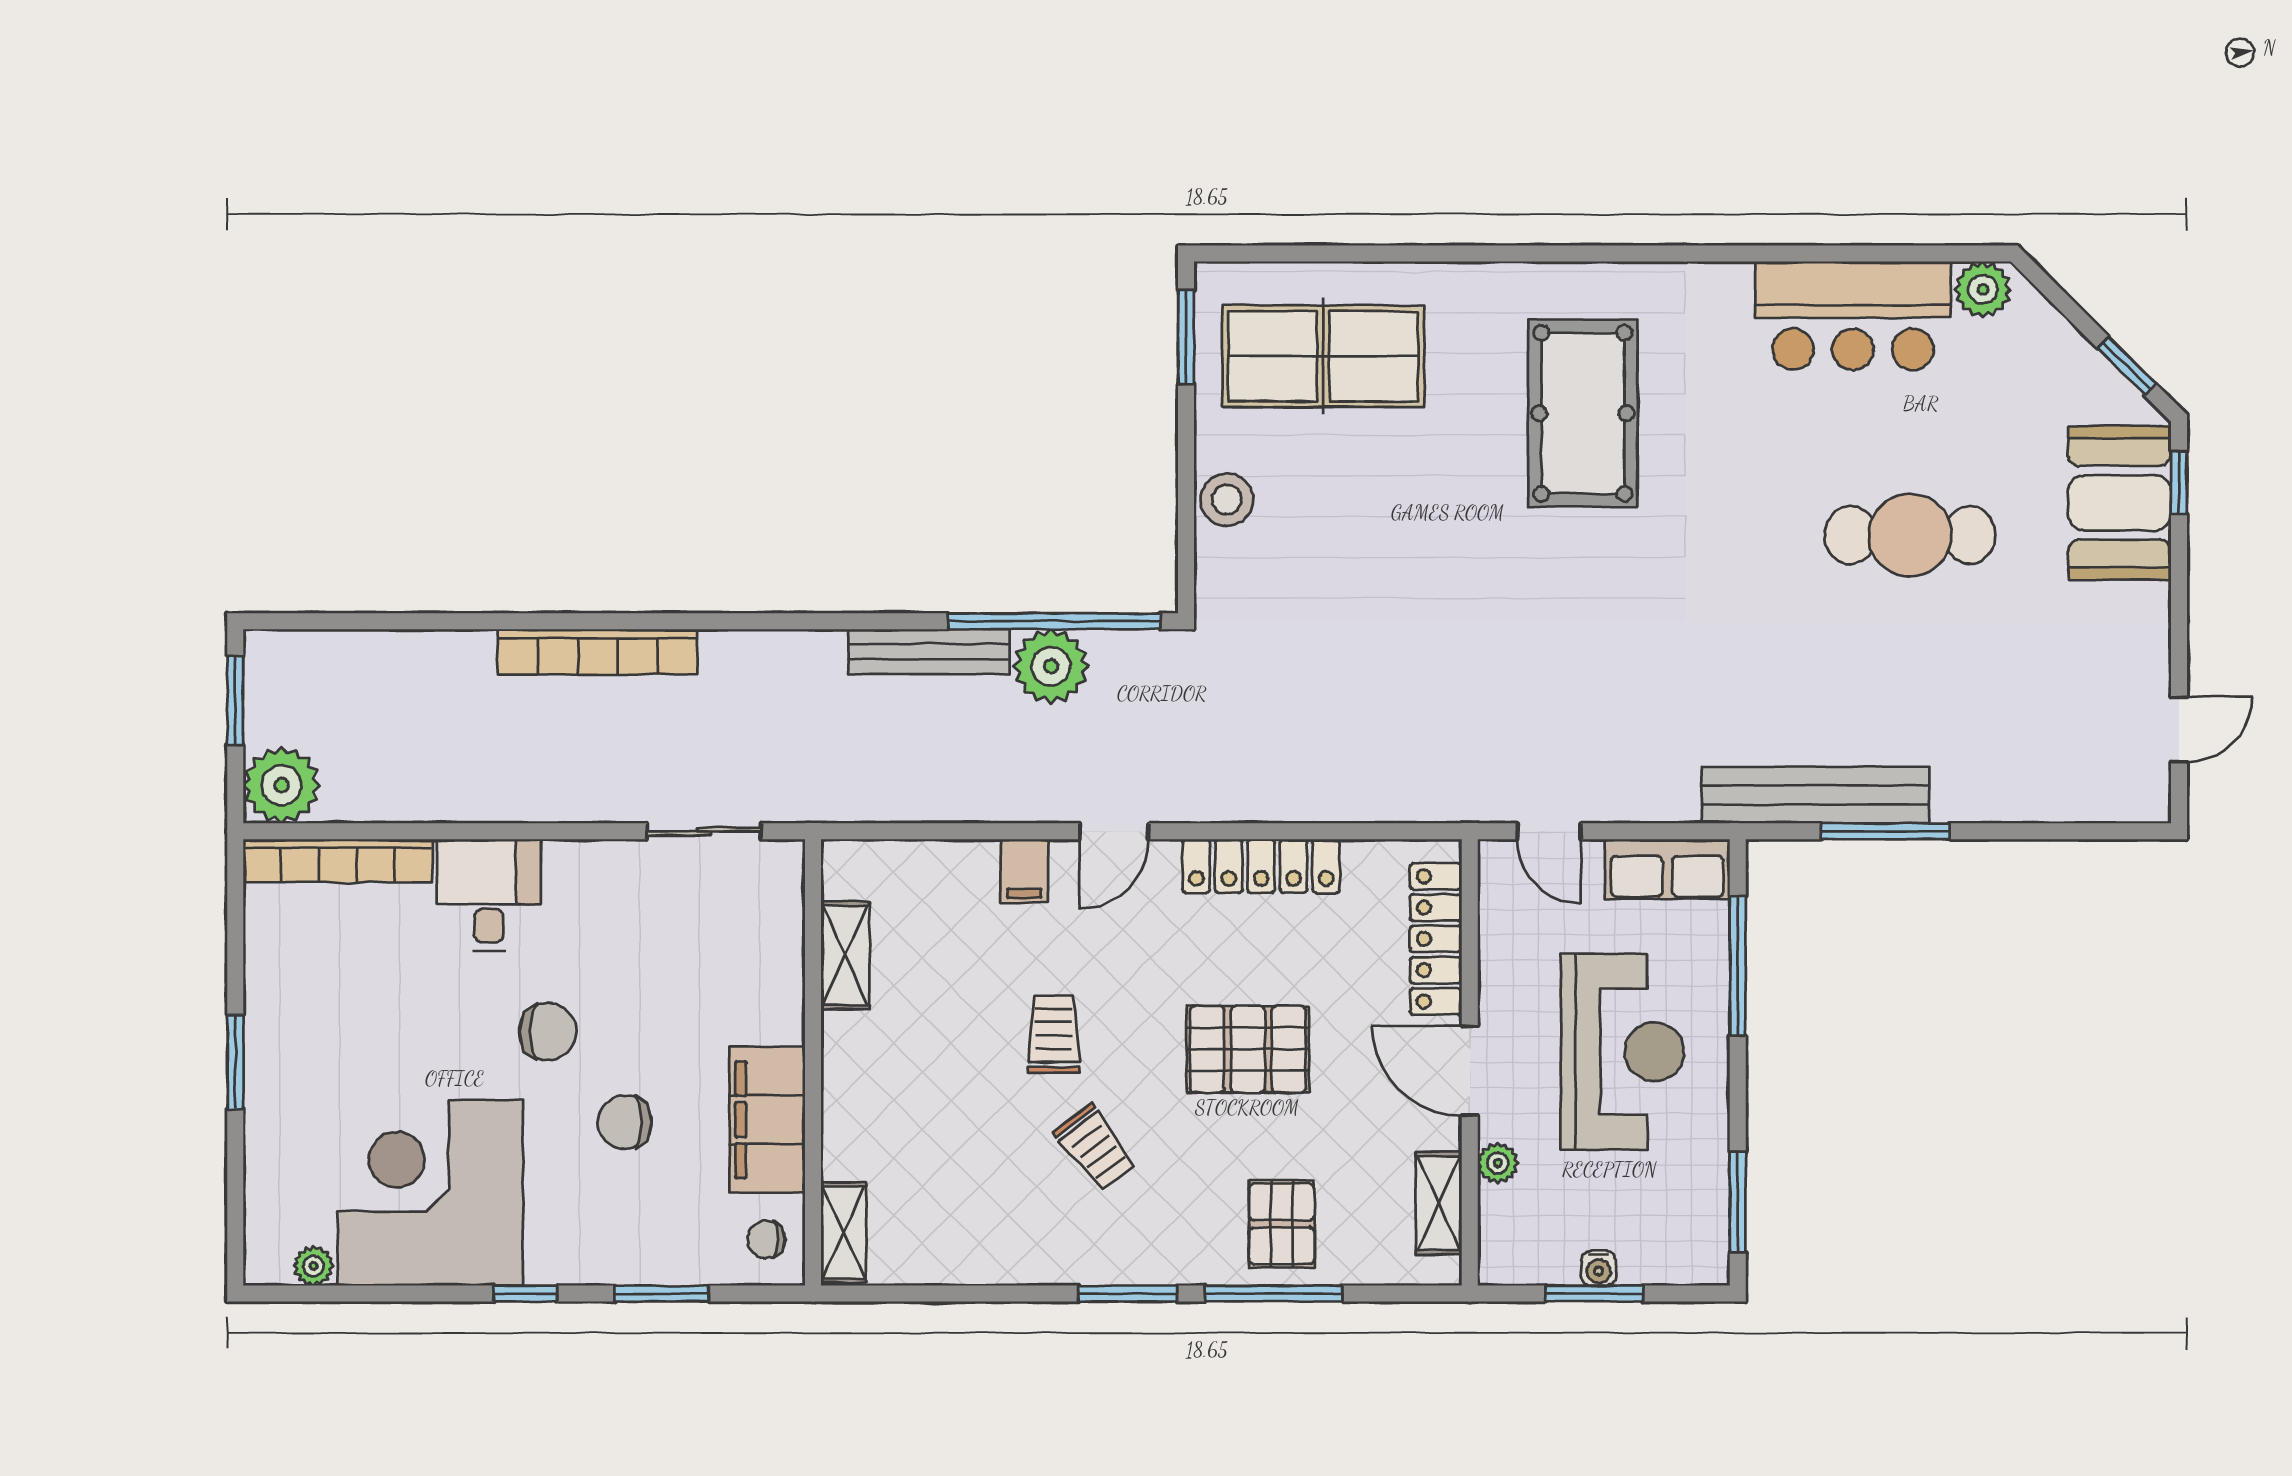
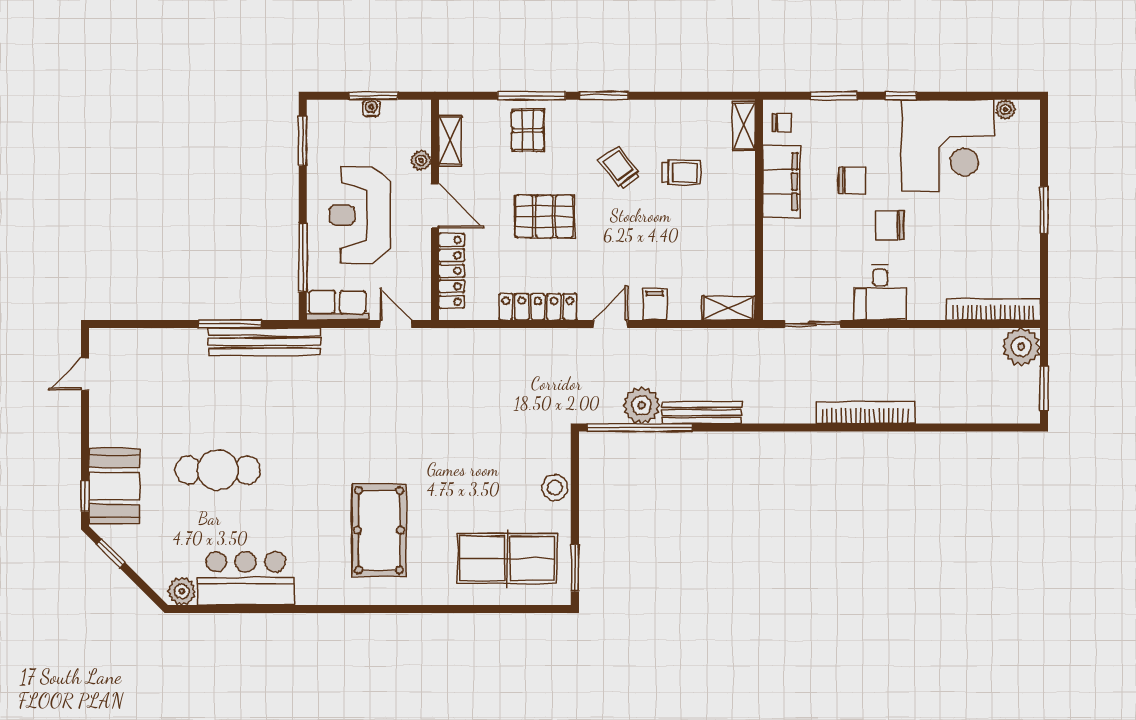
desk: (489, 895) -> (880, 292), moved
shelving: (845, 956) -> (728, 308), moved, turned 90
trolley: (1054, 1034) -> (682, 172), moved, turned -90

